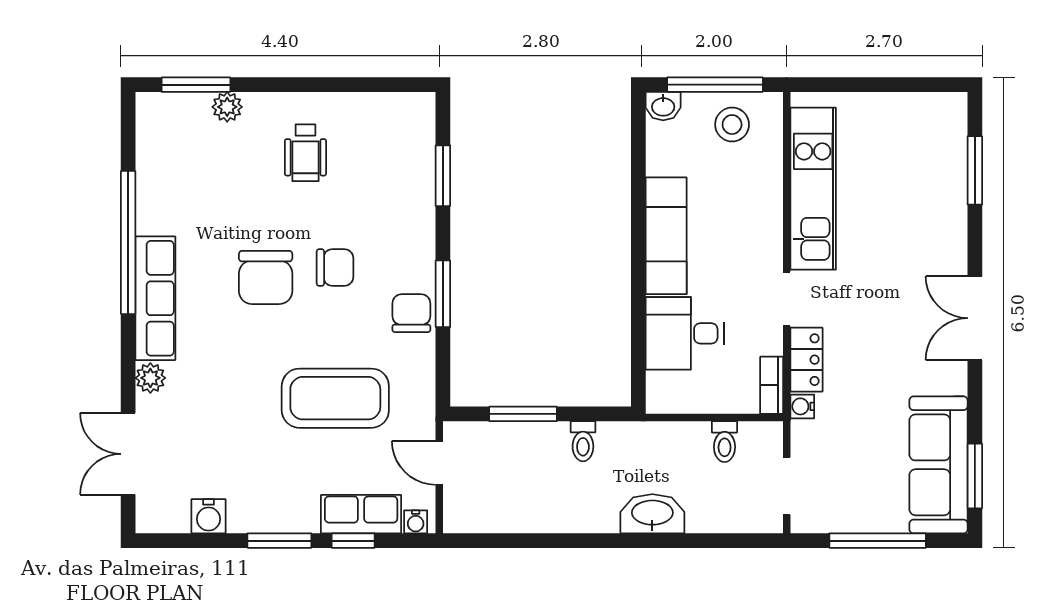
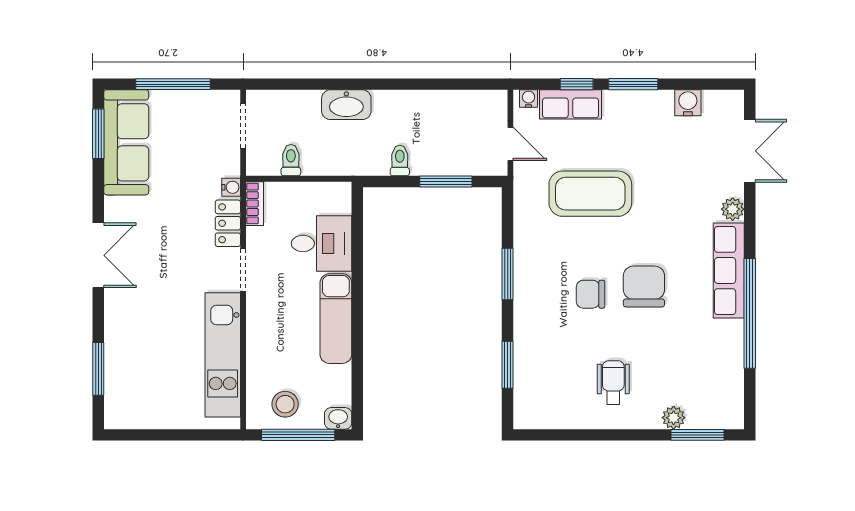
chair: (411, 313) -> (532, 259), removed

